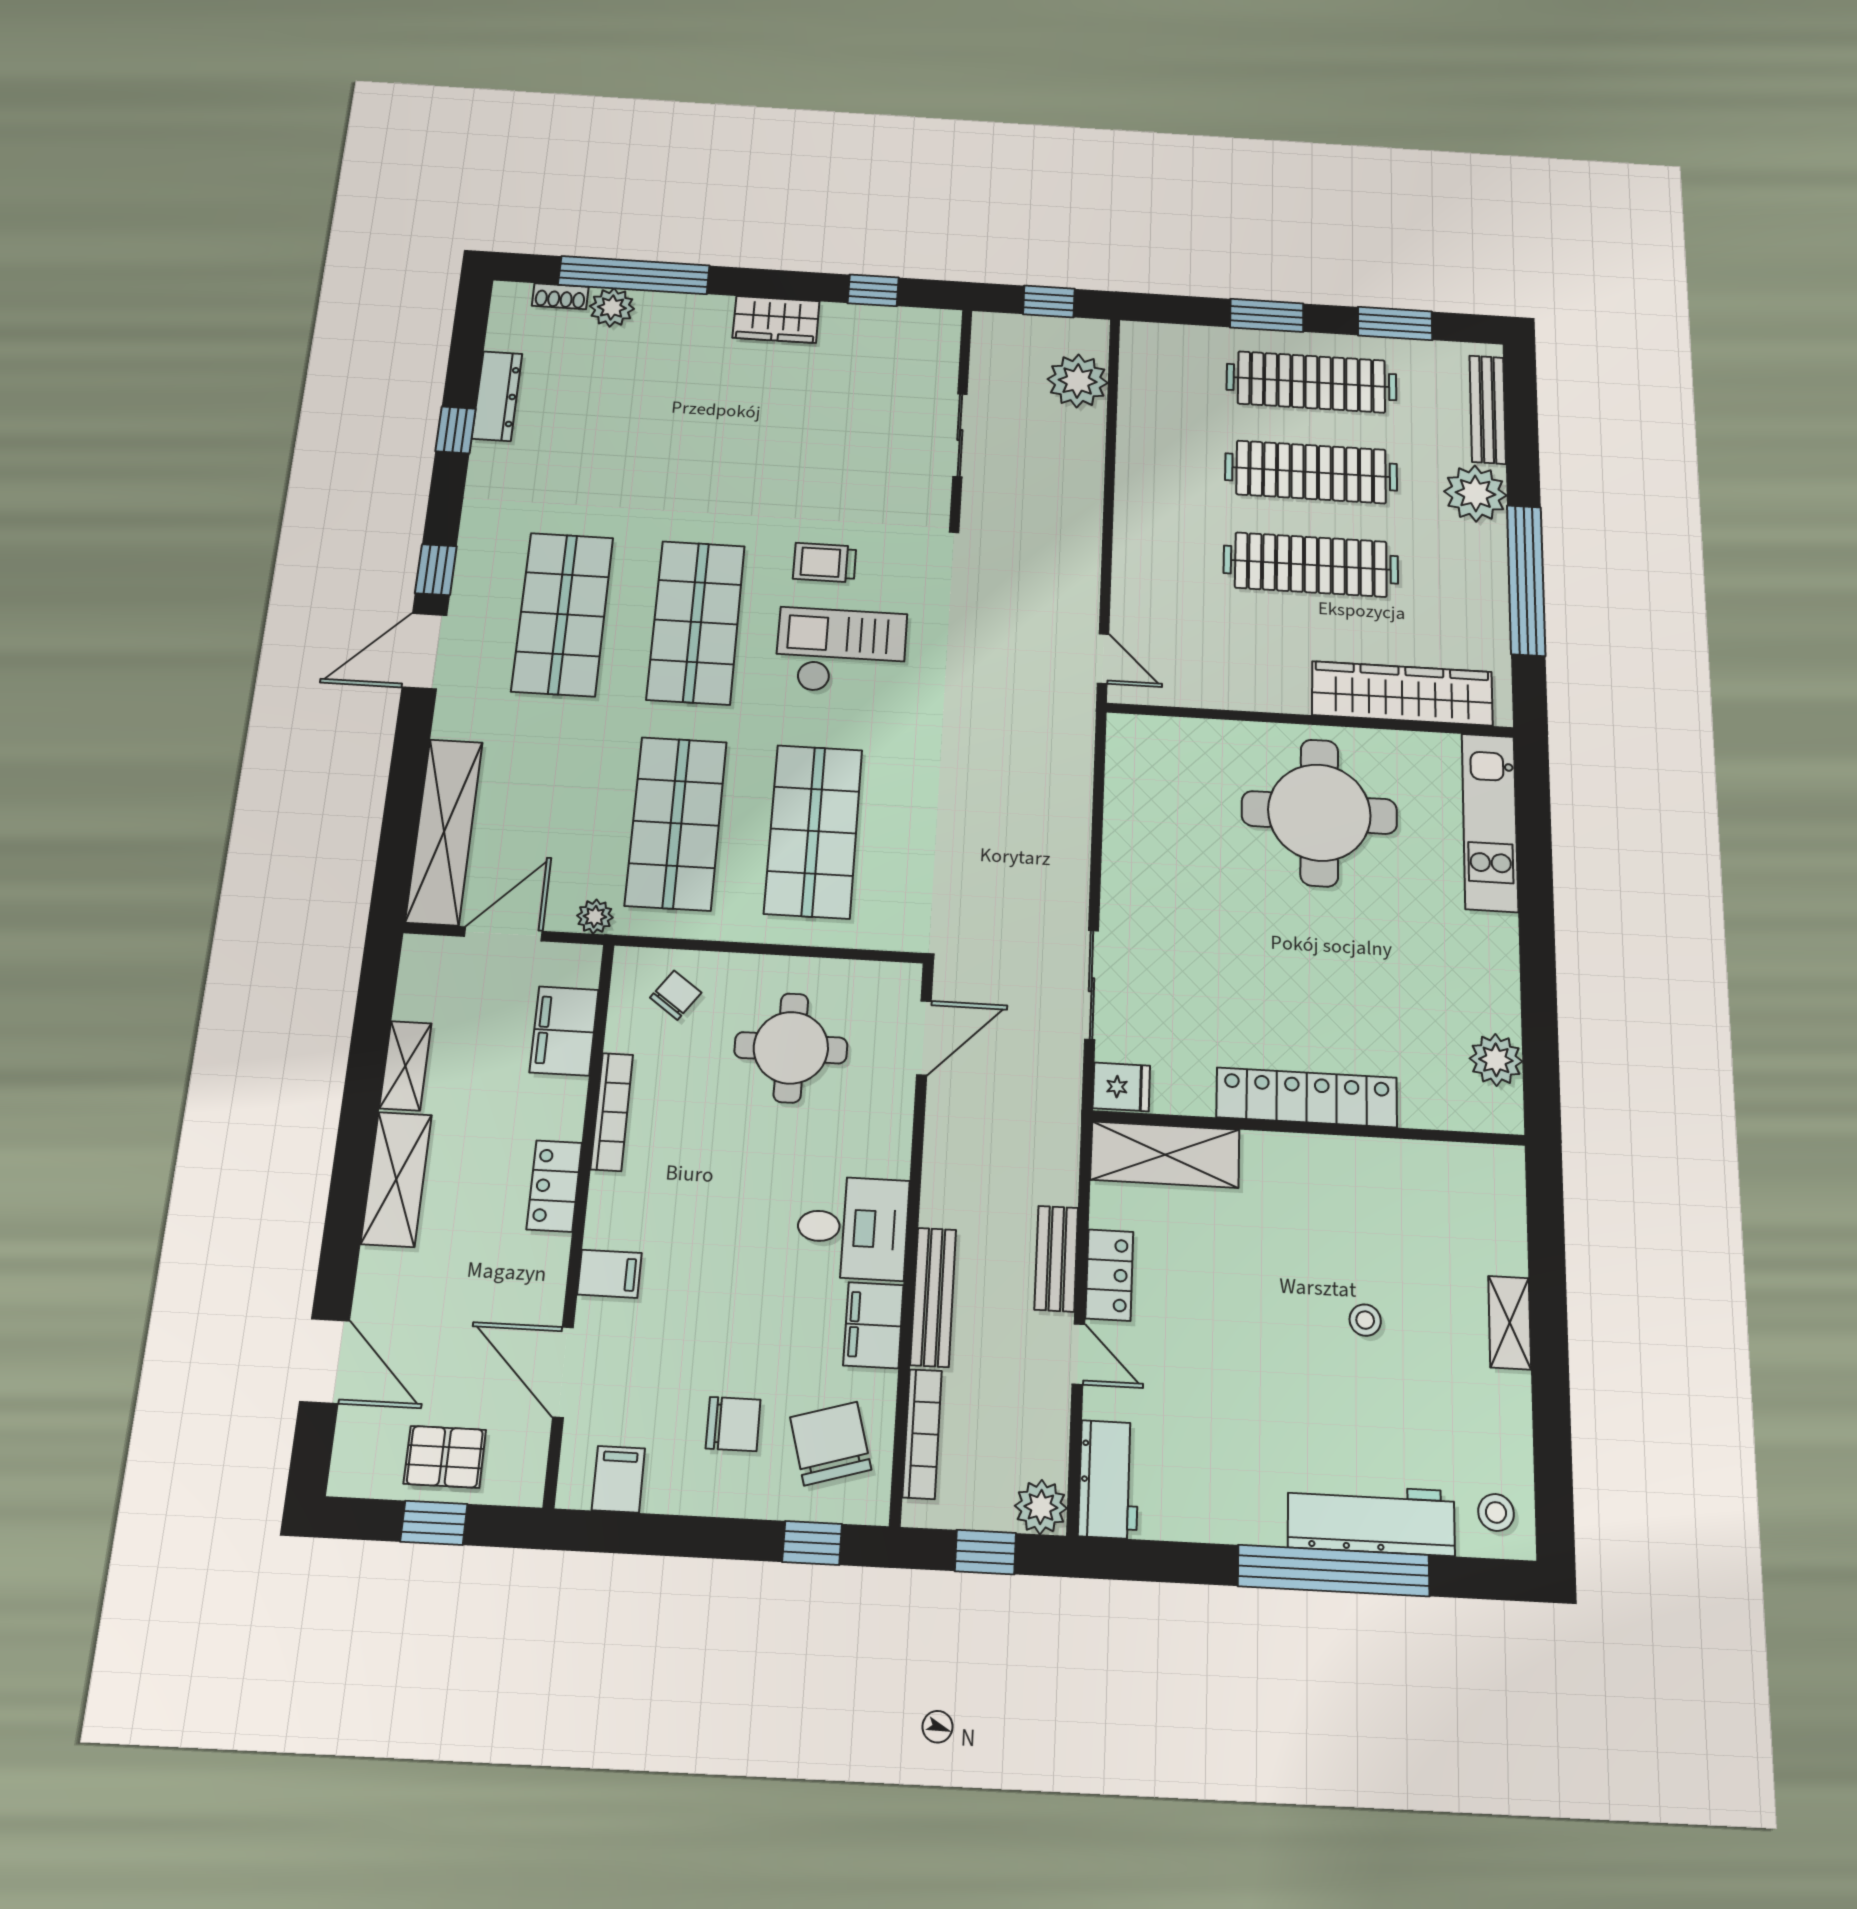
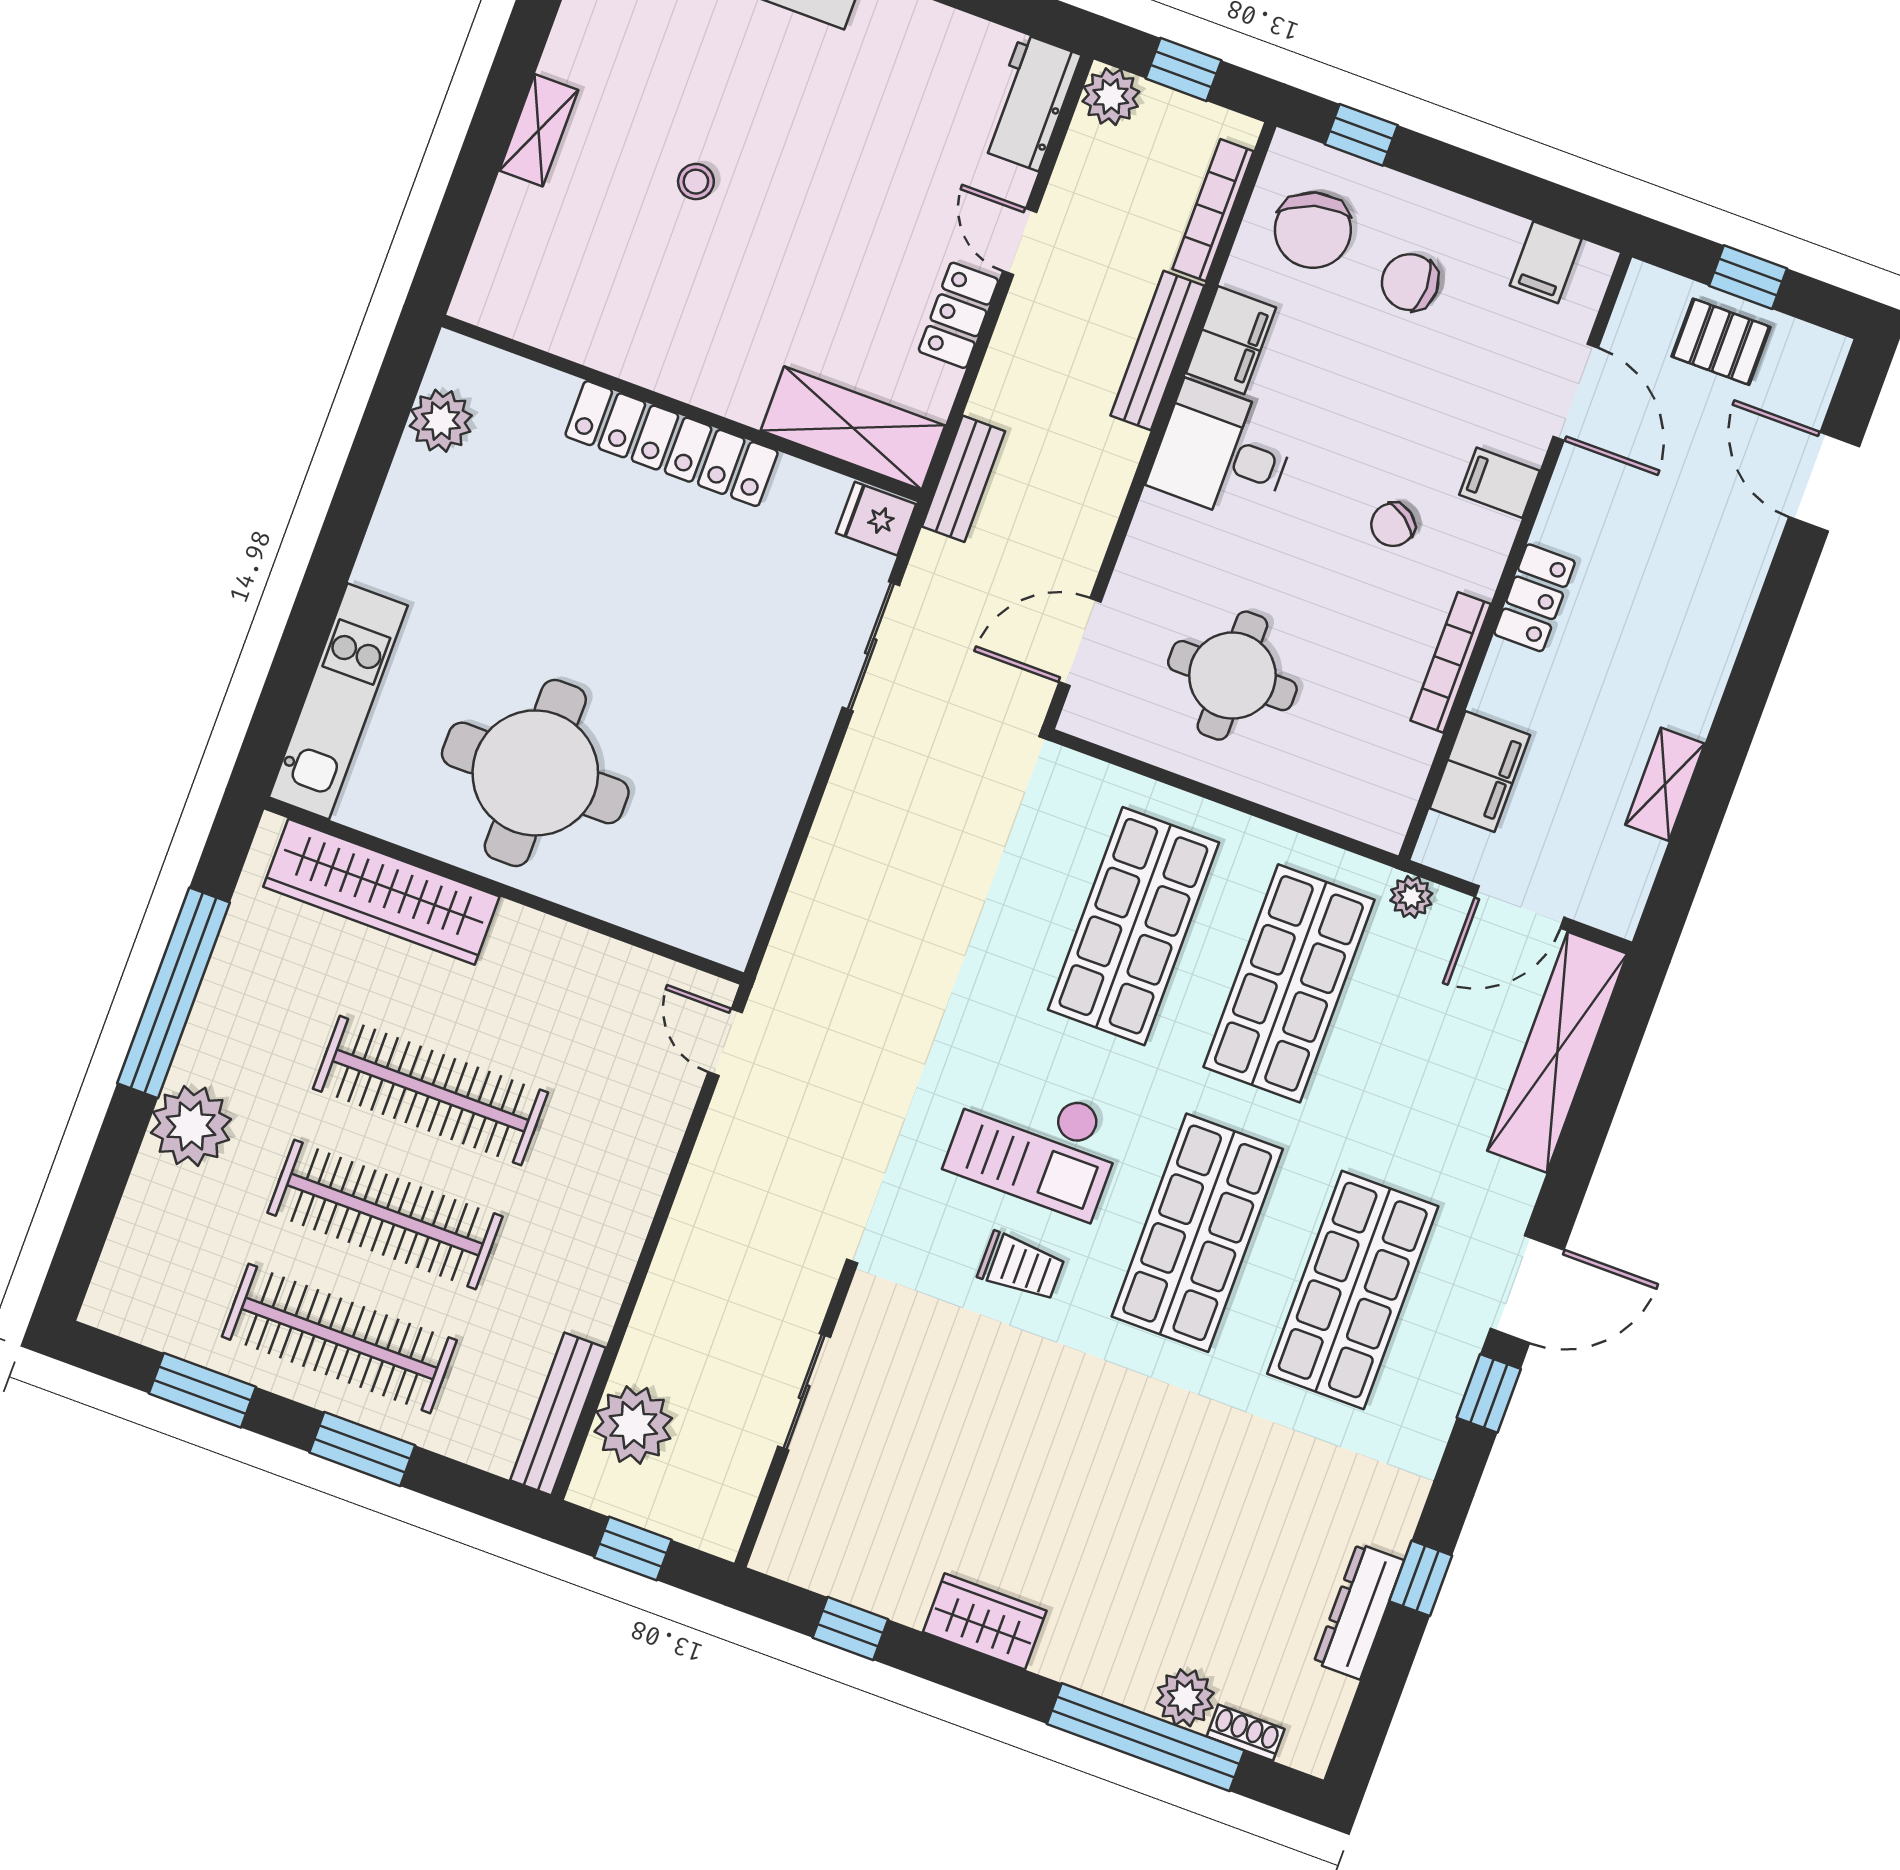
bench: (1488, 409) -> (558, 1414), moved
chair: (676, 995) -> (1393, 525), moved
shelving: (396, 1179) -> (1704, 658), removed
bench: (1056, 1259) -> (963, 479), moved

